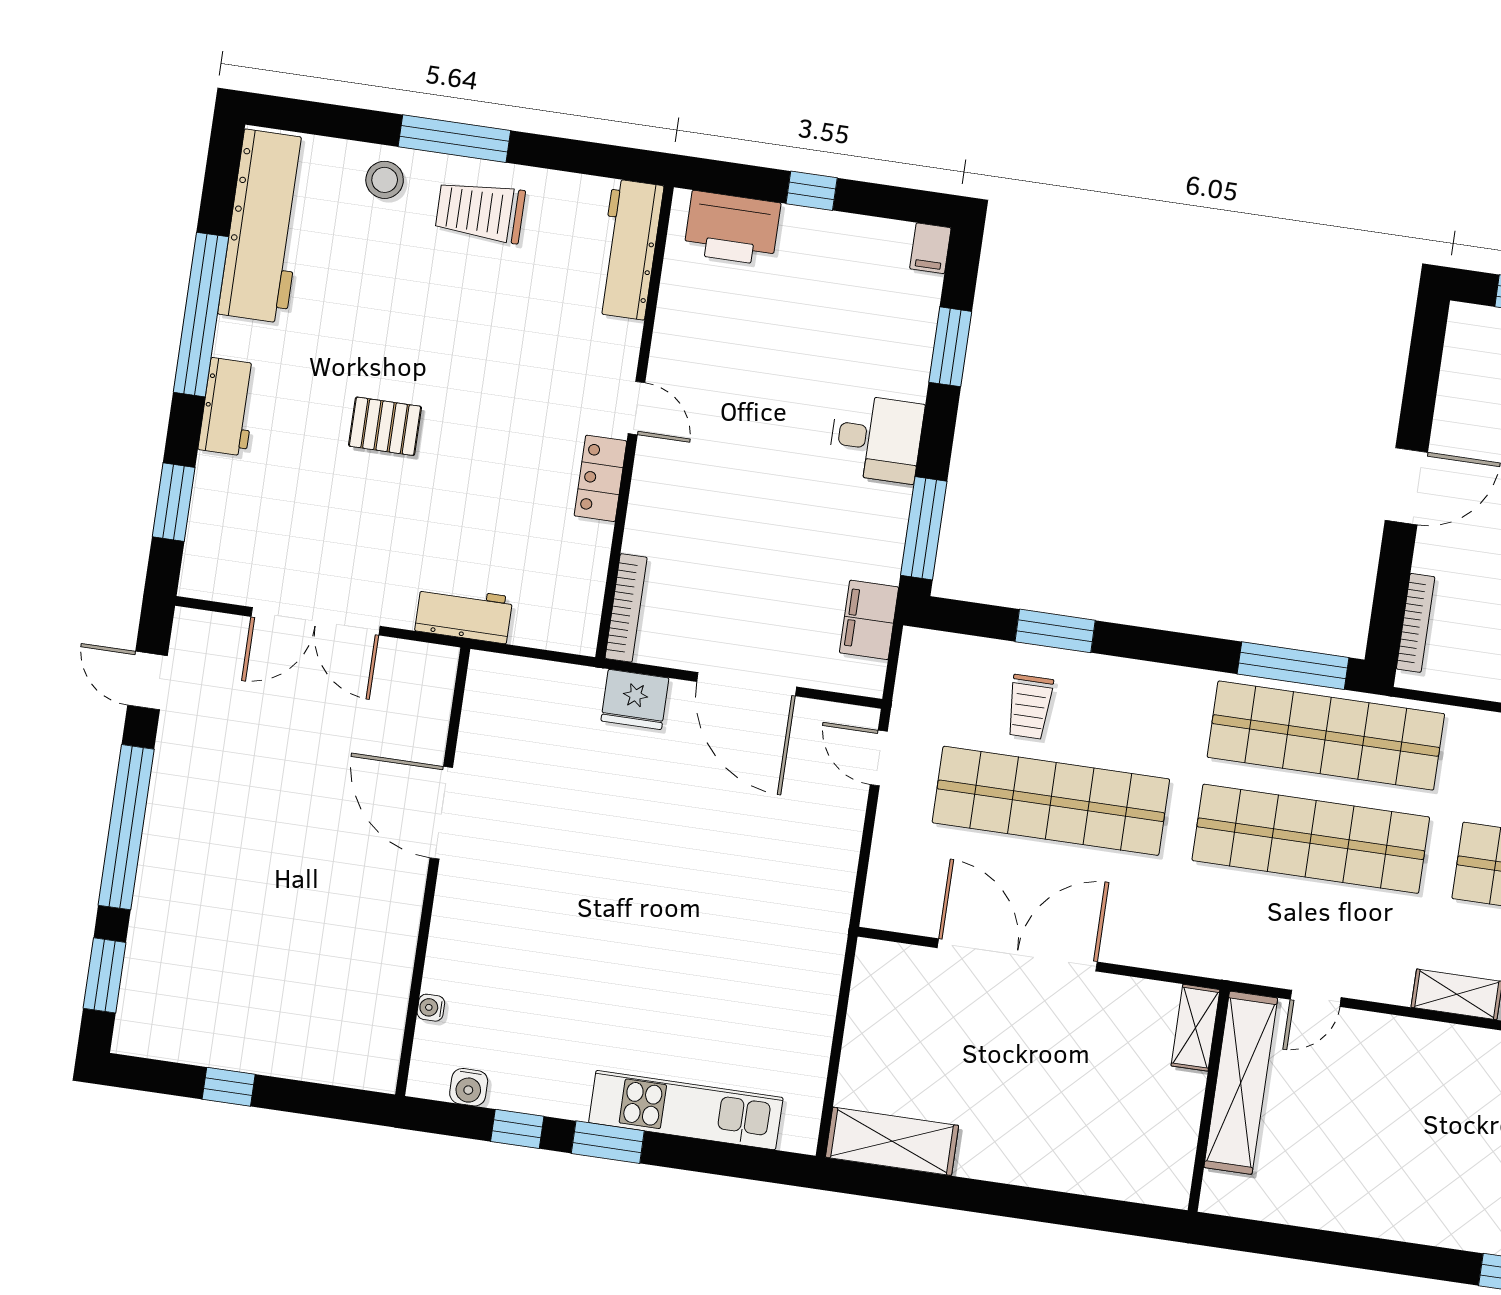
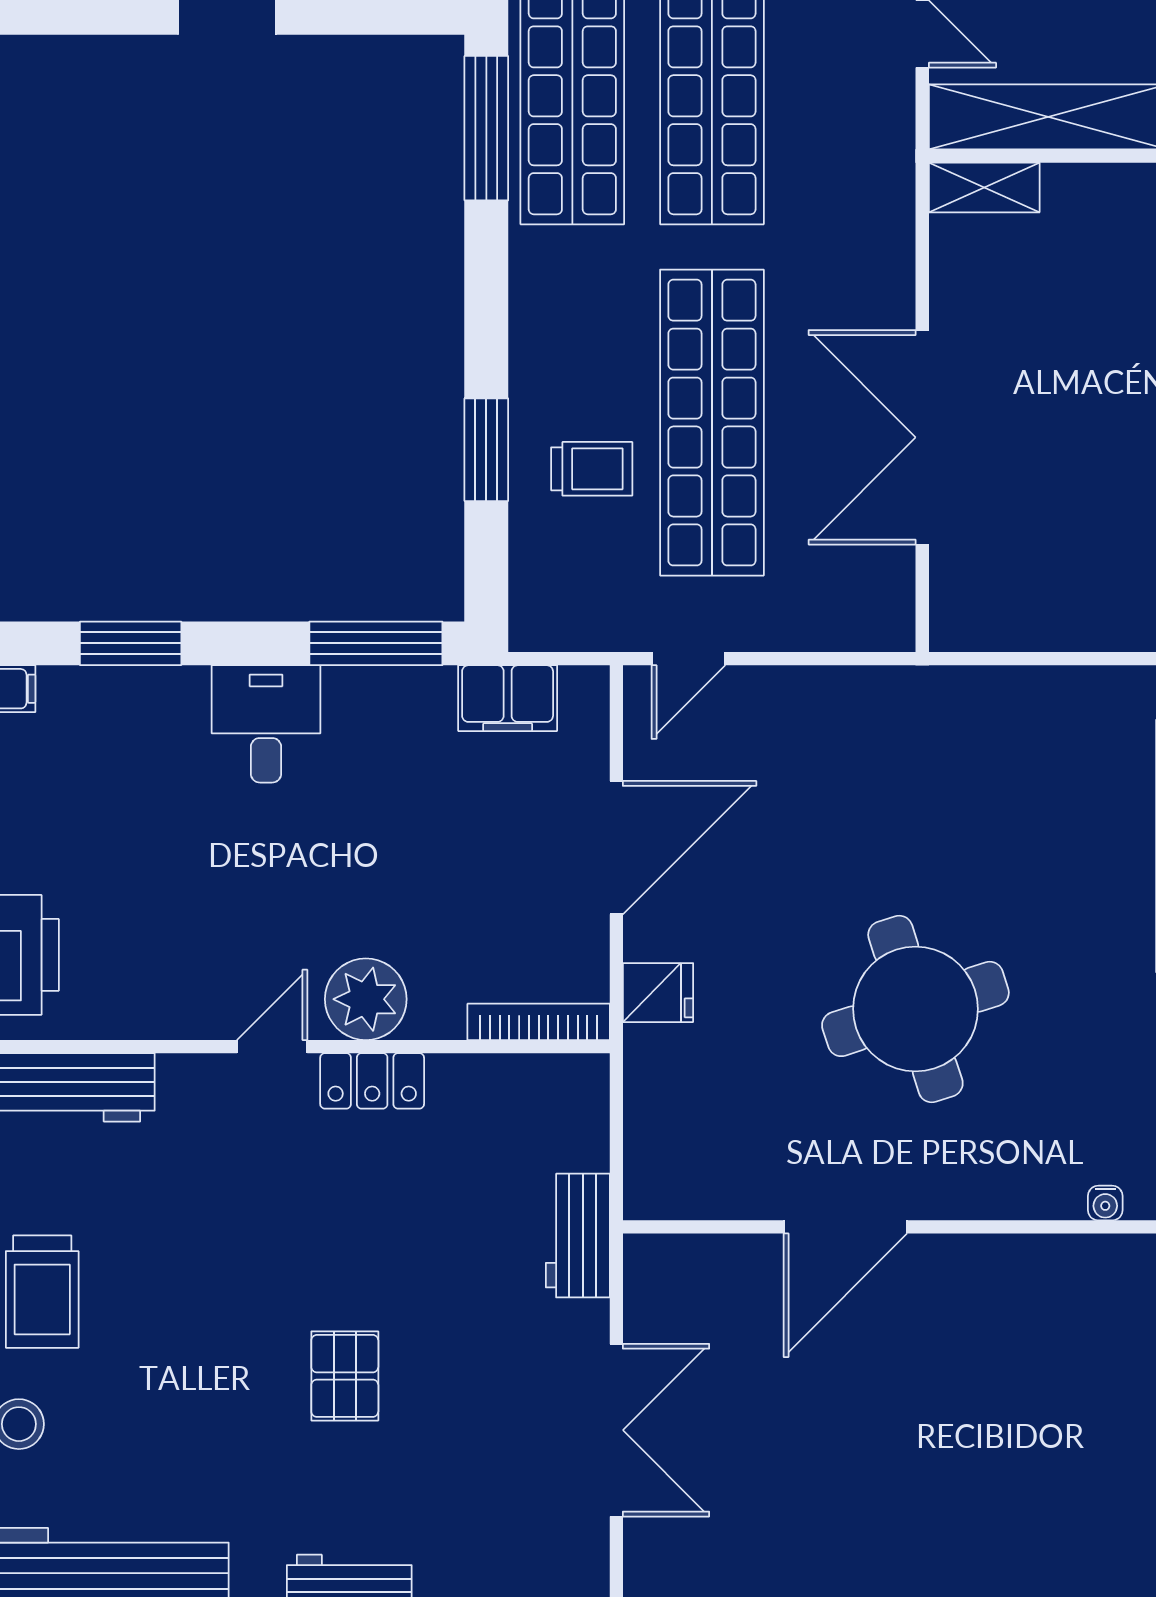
plant: (662, 482) -> (366, 999), added
fridge: (635, 699) -> (658, 993), width x0.72
round table: (595, 888) -> (915, 1009), added

